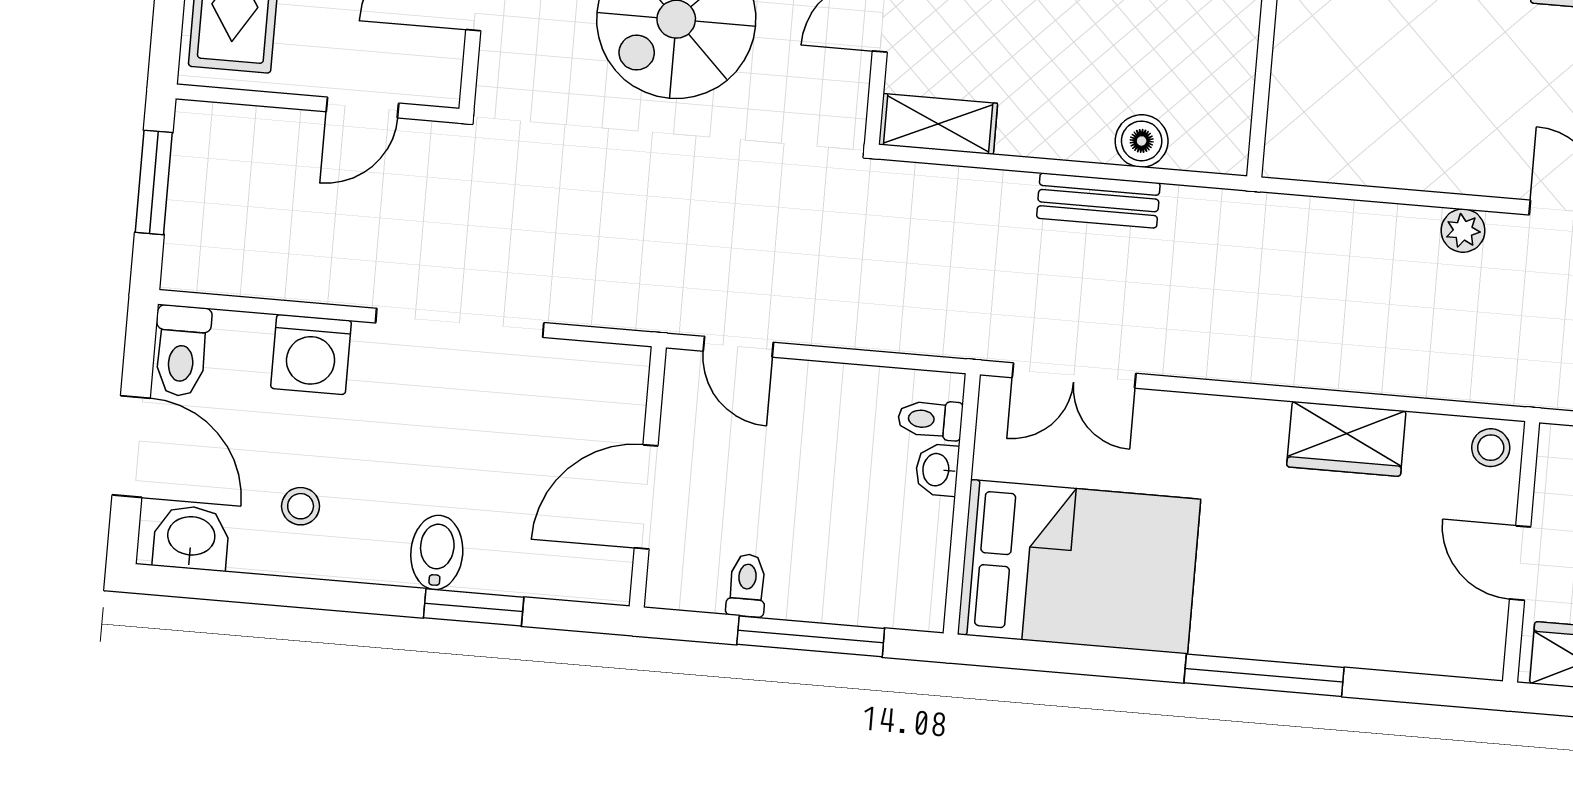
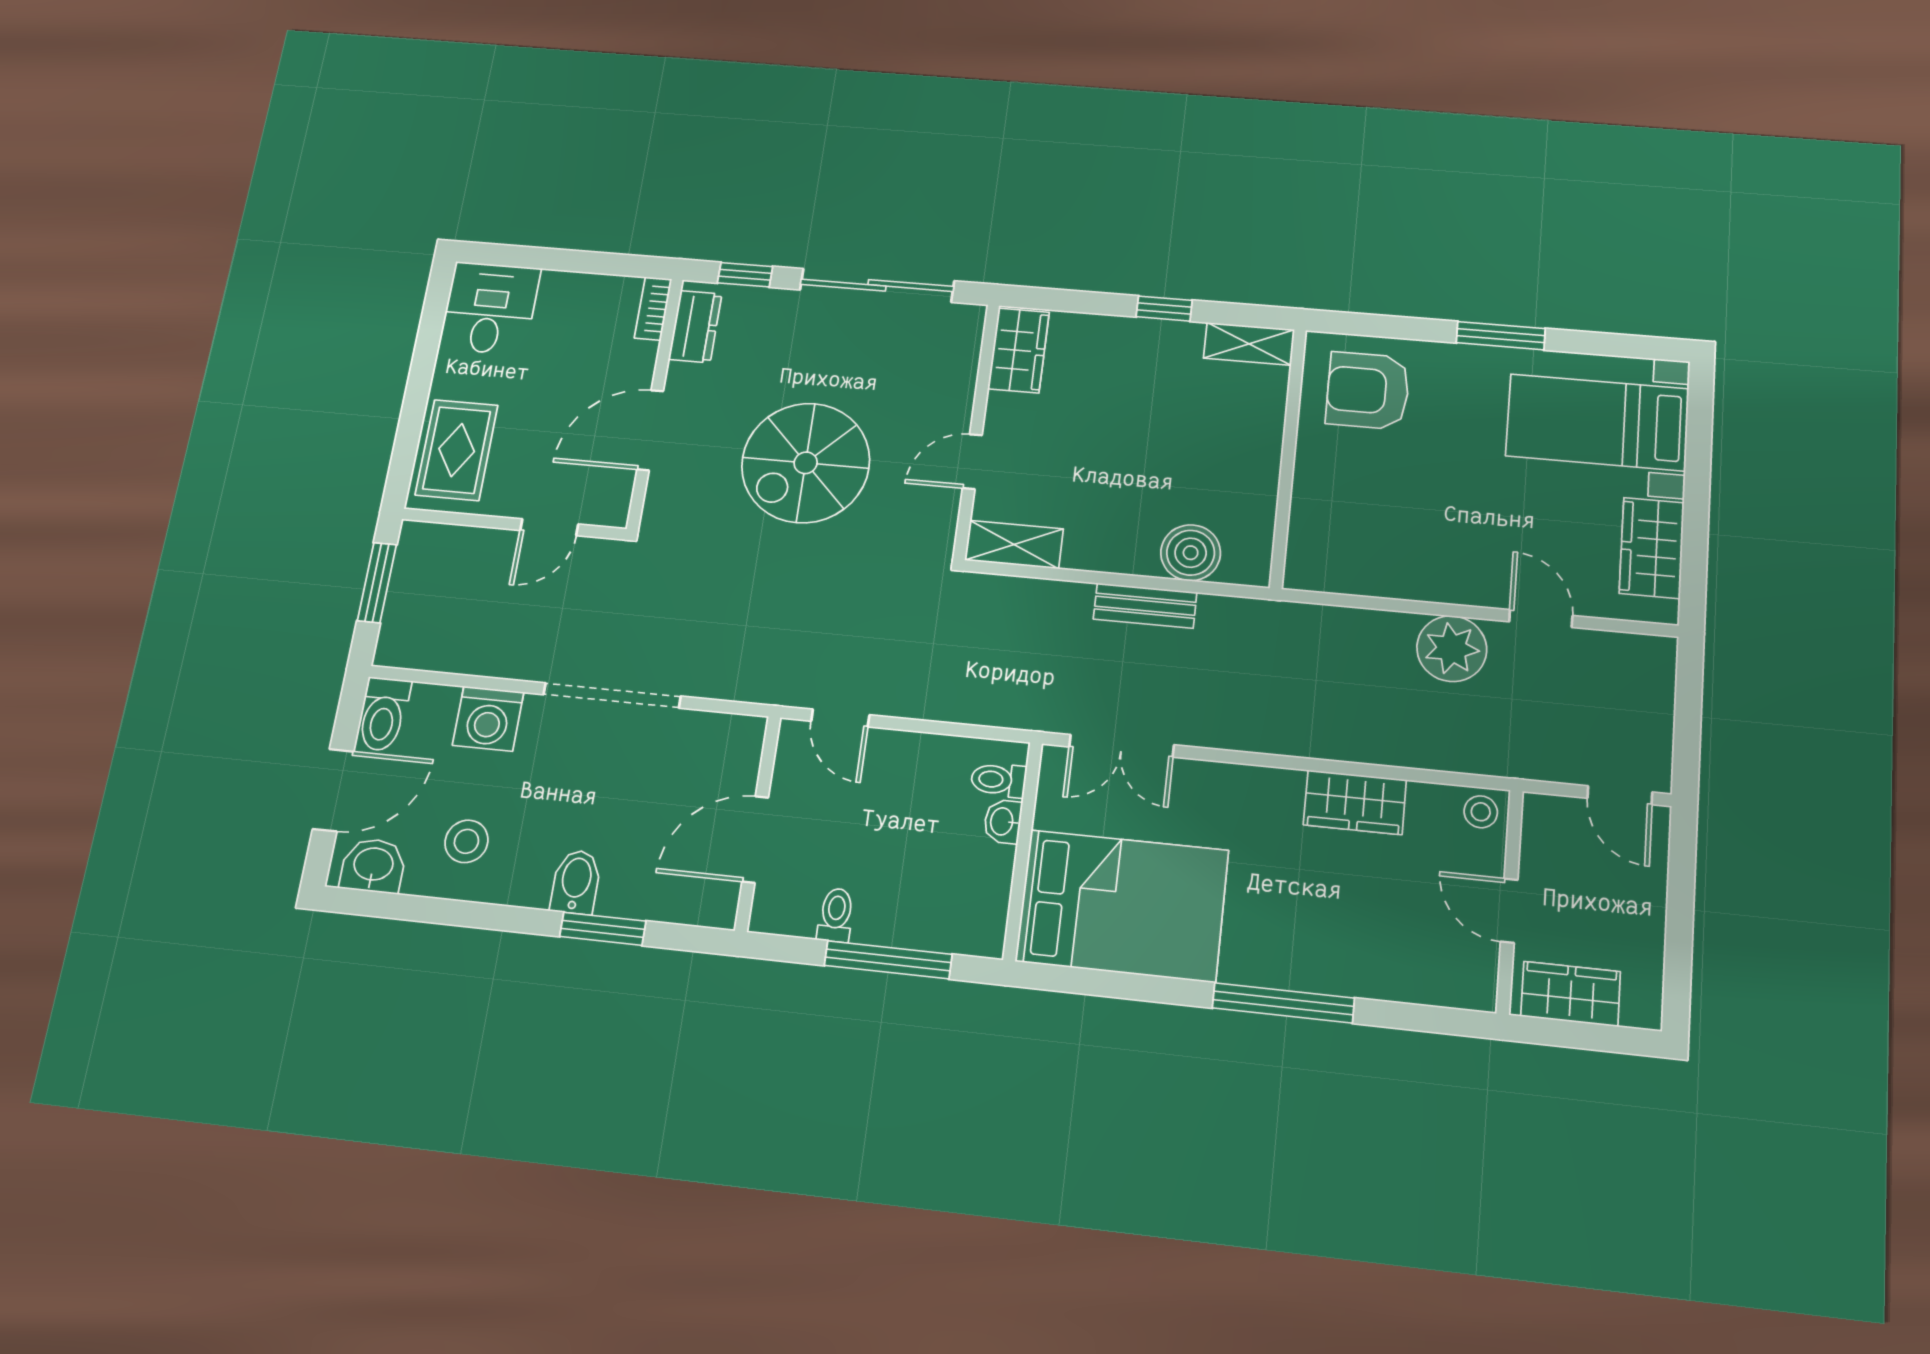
boiler: (1142, 141) -> (1191, 553), width x1.36, depth x1.36
plant: (1463, 231) -> (1452, 649), width x1.88, depth x1.88
door: (131, 447) -> (333, 790), hinge flipped
stool: (301, 506) -> (466, 841), width x1.37, depth x1.37

